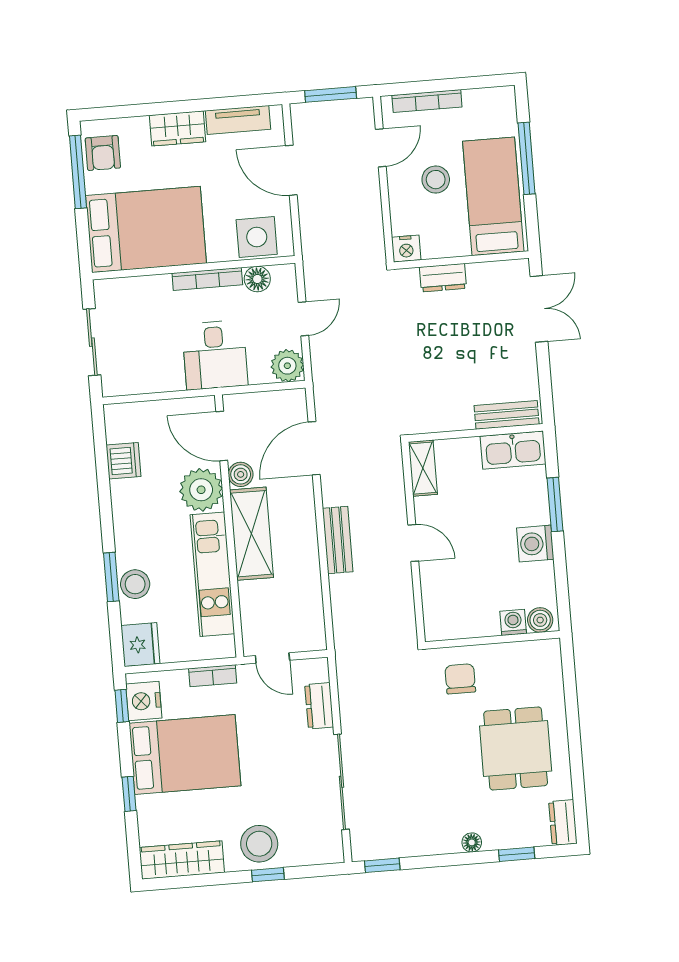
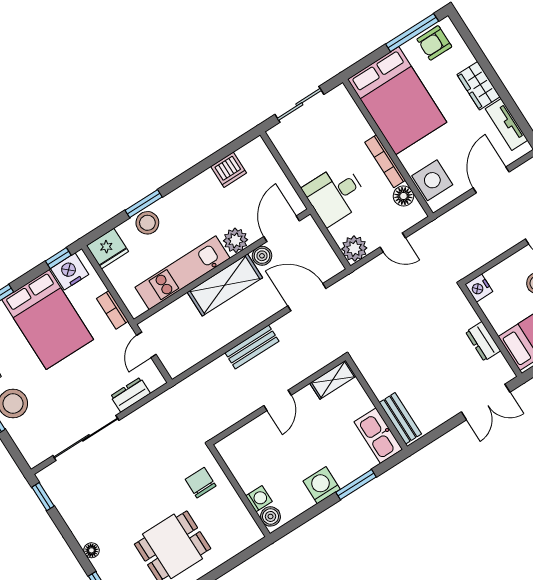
dresser: (443, 278) -> (483, 341), moved
plant: (201, 490) -> (236, 240), width x0.73, depth x0.73
chair: (460, 679) -> (201, 483), turned -90

